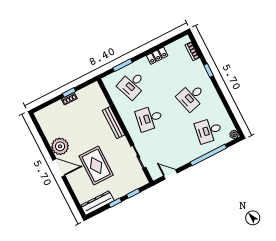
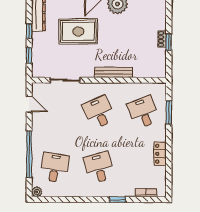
desk: (149, 118) -> (99, 112), turned -33
door: (170, 174) -> (29, 104), hinge flipped

